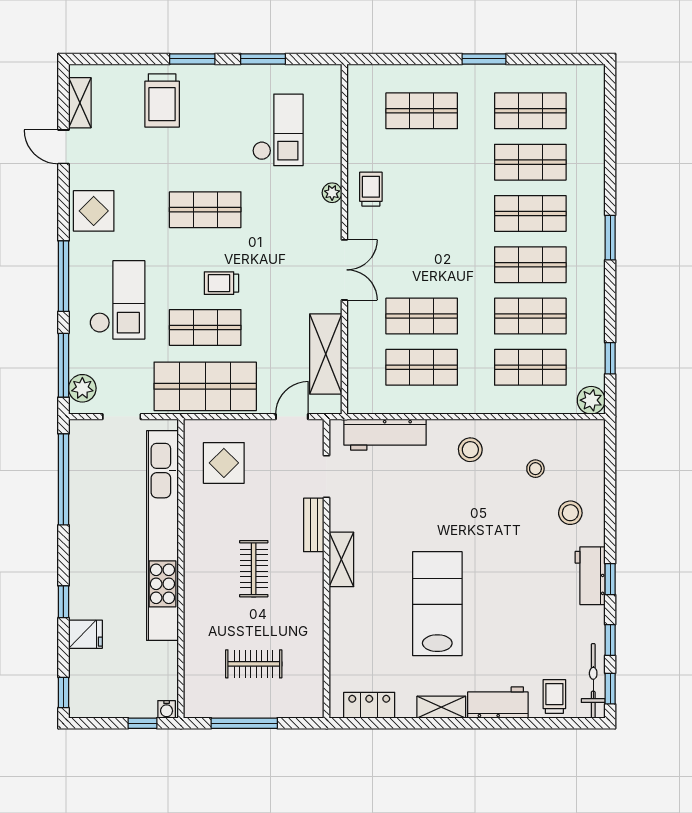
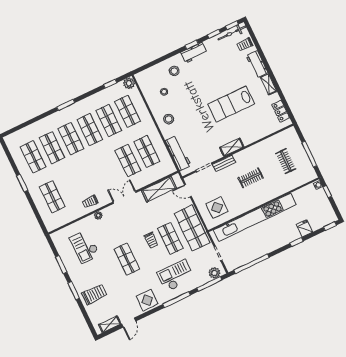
checkout: (278, 130) -> (85, 246), turned -90

